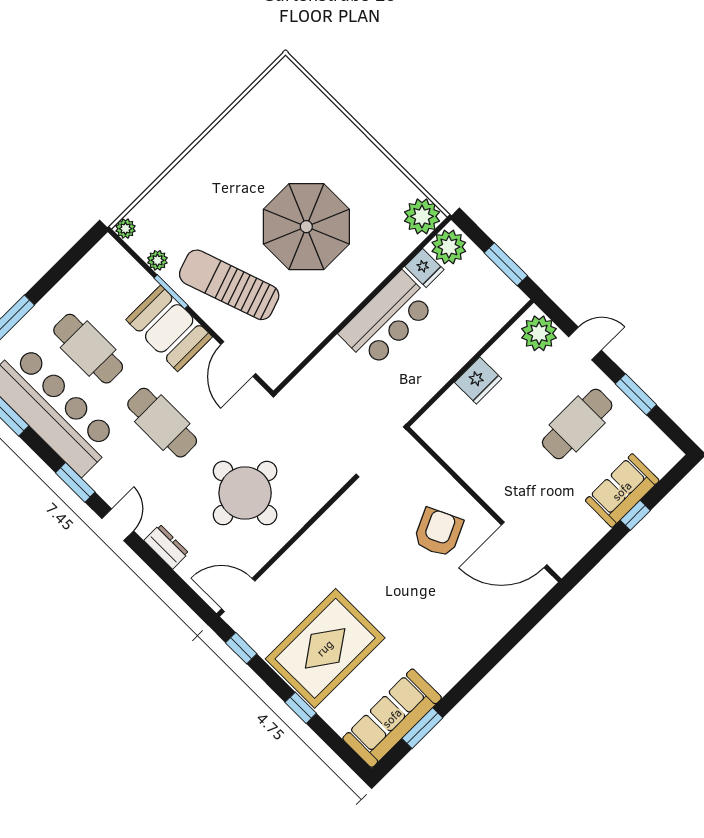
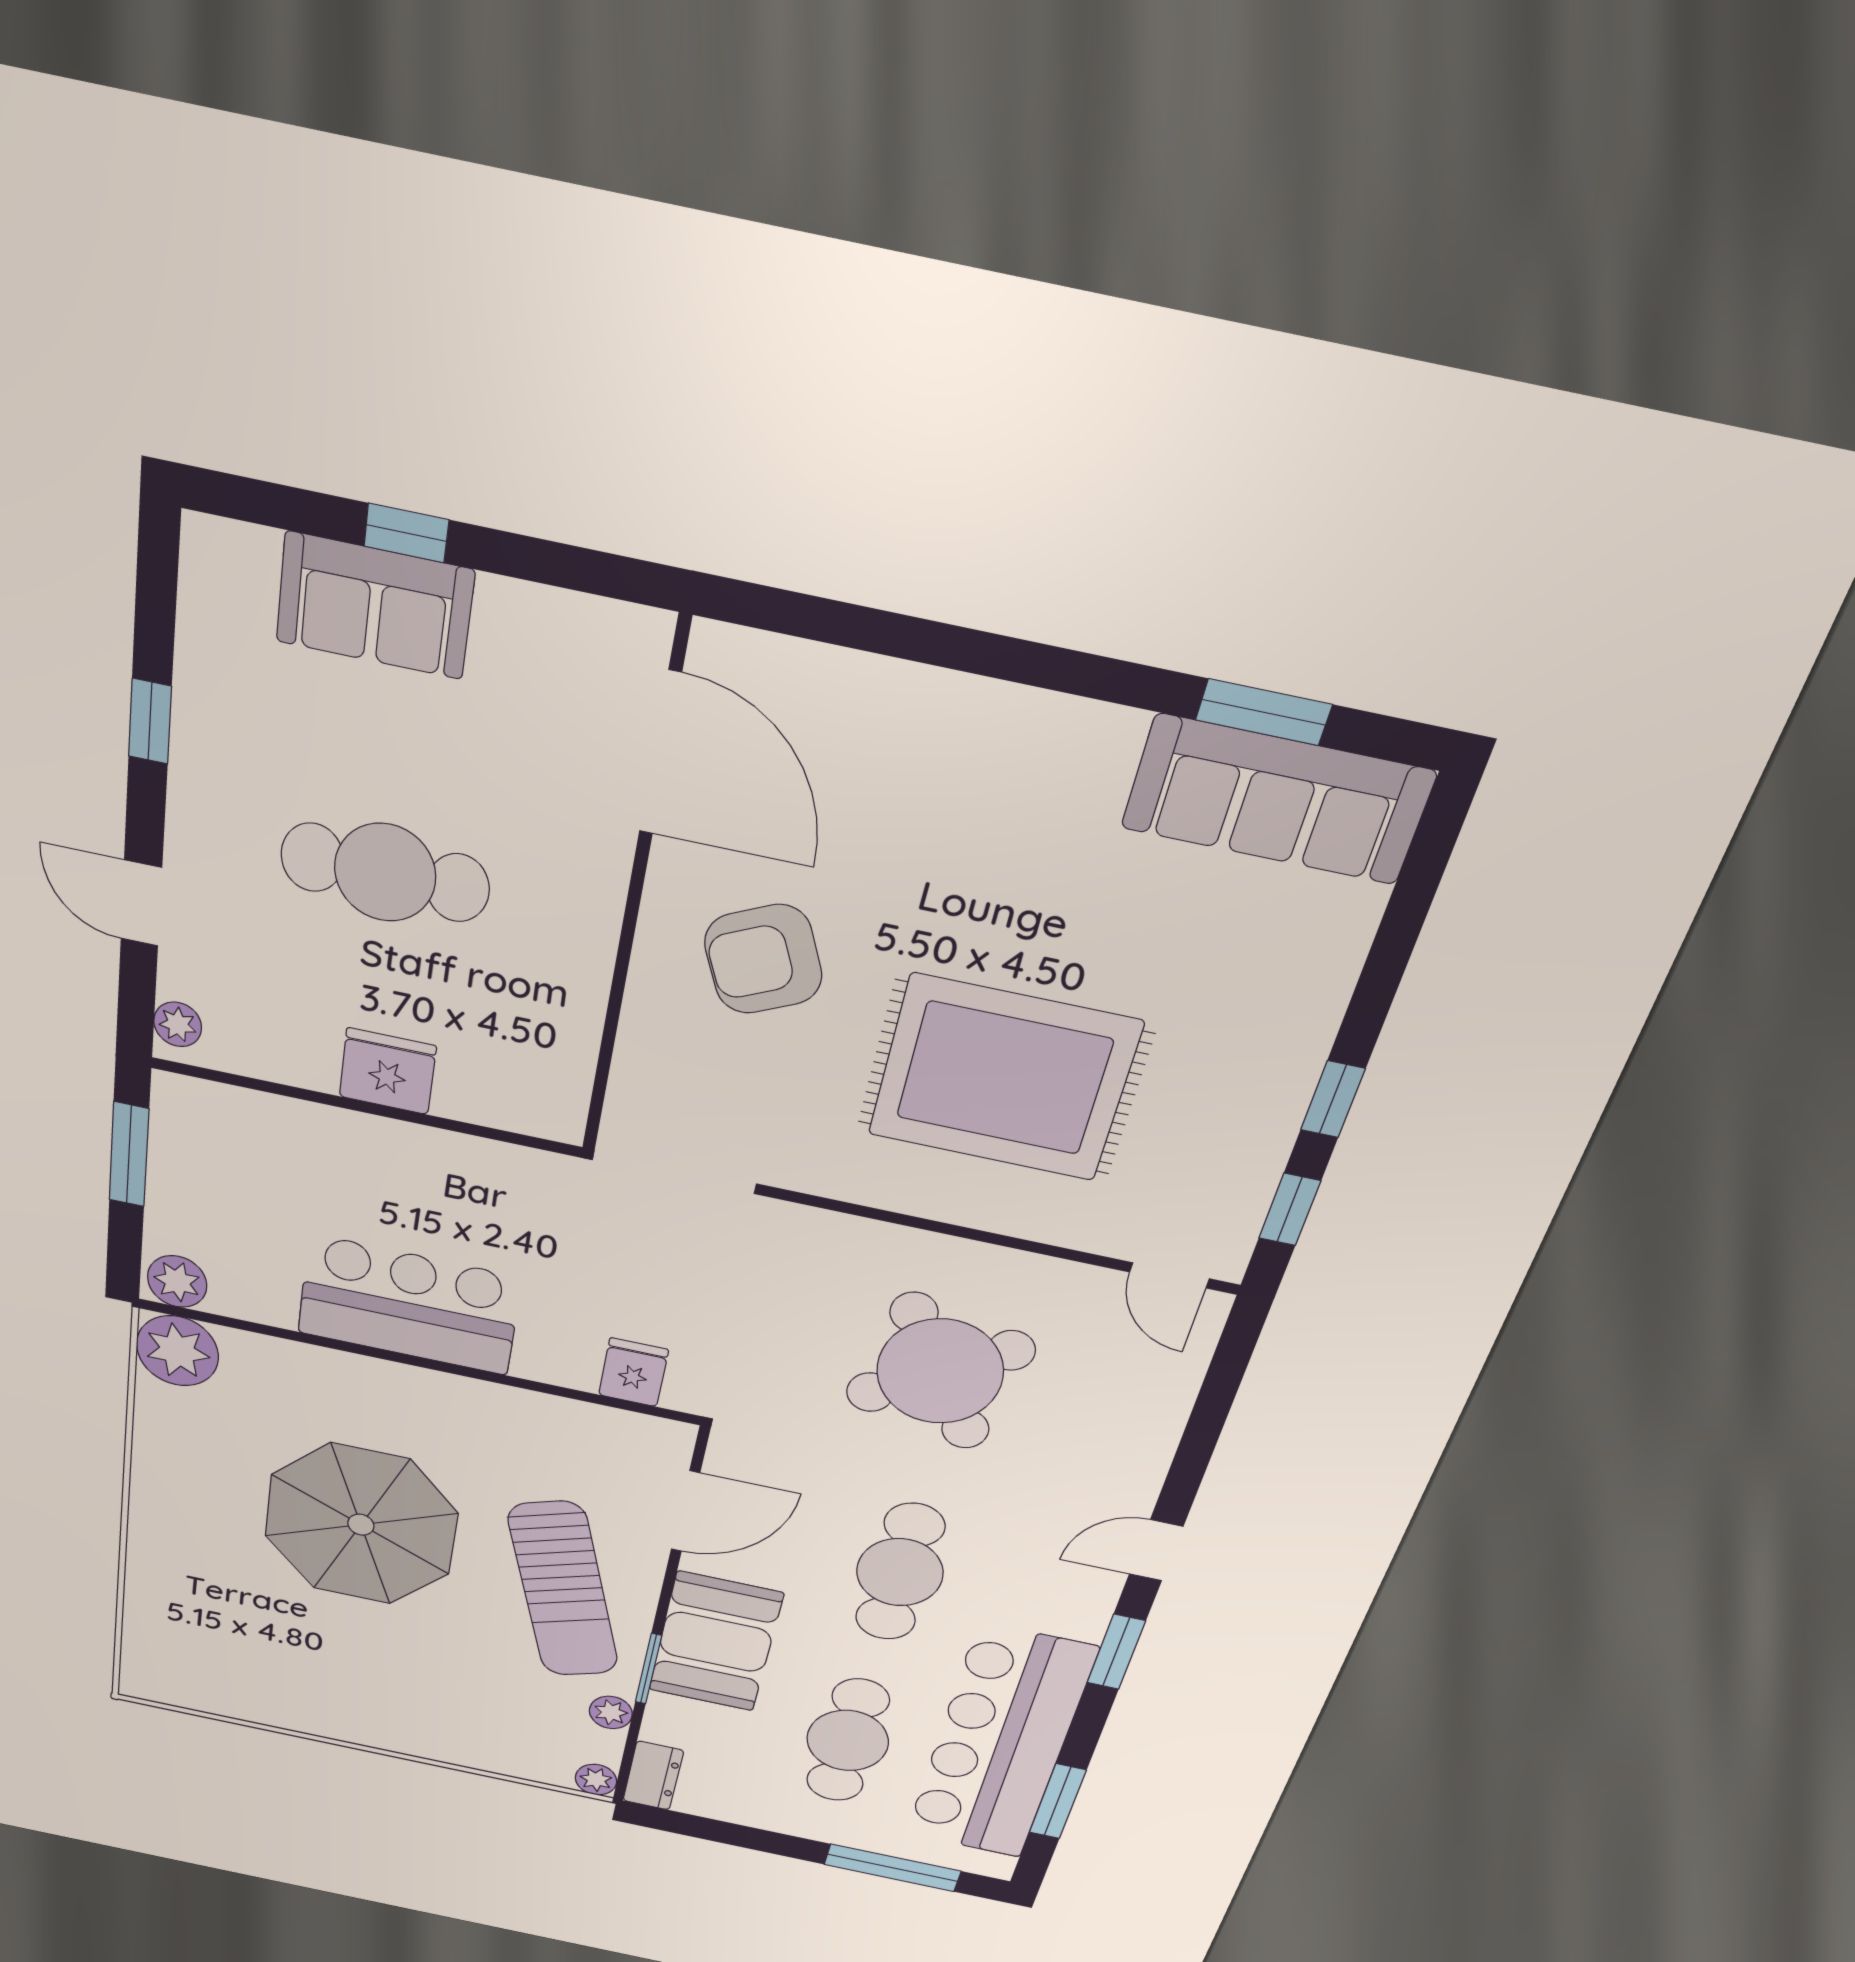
plant: (449, 247) -> (177, 1281), width x0.73, depth x0.73
fridge: (424, 268) -> (633, 1372), moved
plant: (539, 333) -> (178, 1024), width x0.53, depth x0.53
window: (636, 394) -> (150, 721), width x0.67
cafe table: (577, 424) -> (385, 873), moved
round table: (245, 493) -> (940, 1371), turned -34
dresser: (166, 547) -> (653, 1776), moved, turned 180
door: (238, 595) -> (1169, 1275), width x0.73
rug: (325, 648) -> (1004, 1078), moved
window: (301, 708) -> (1333, 1099), moved

